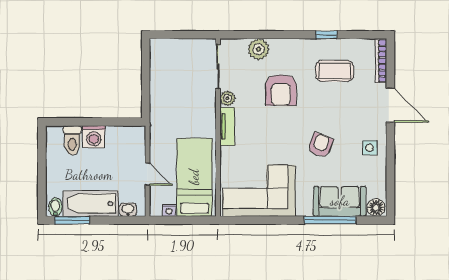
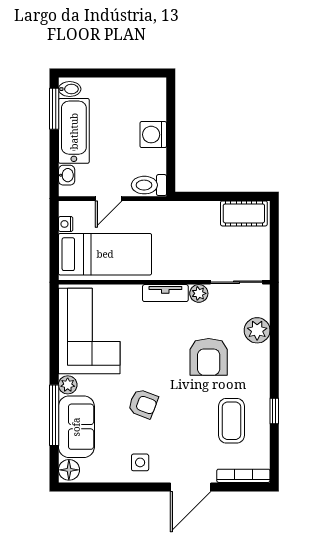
cot: (160, 60) -> (244, 213), added
armchair: (281, 90) -> (209, 357), turned -90
toilet: (72, 140) -> (149, 185), moved
plant: (304, 209) -> (68, 385), added

